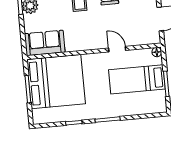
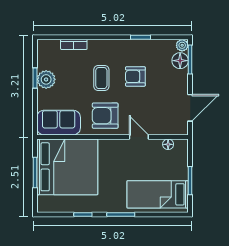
armchair: (86, 33) -> (105, 116), added
floor lamp: (157, 52) -> (168, 144), moved
bed: (137, 79) -> (158, 194), moved

